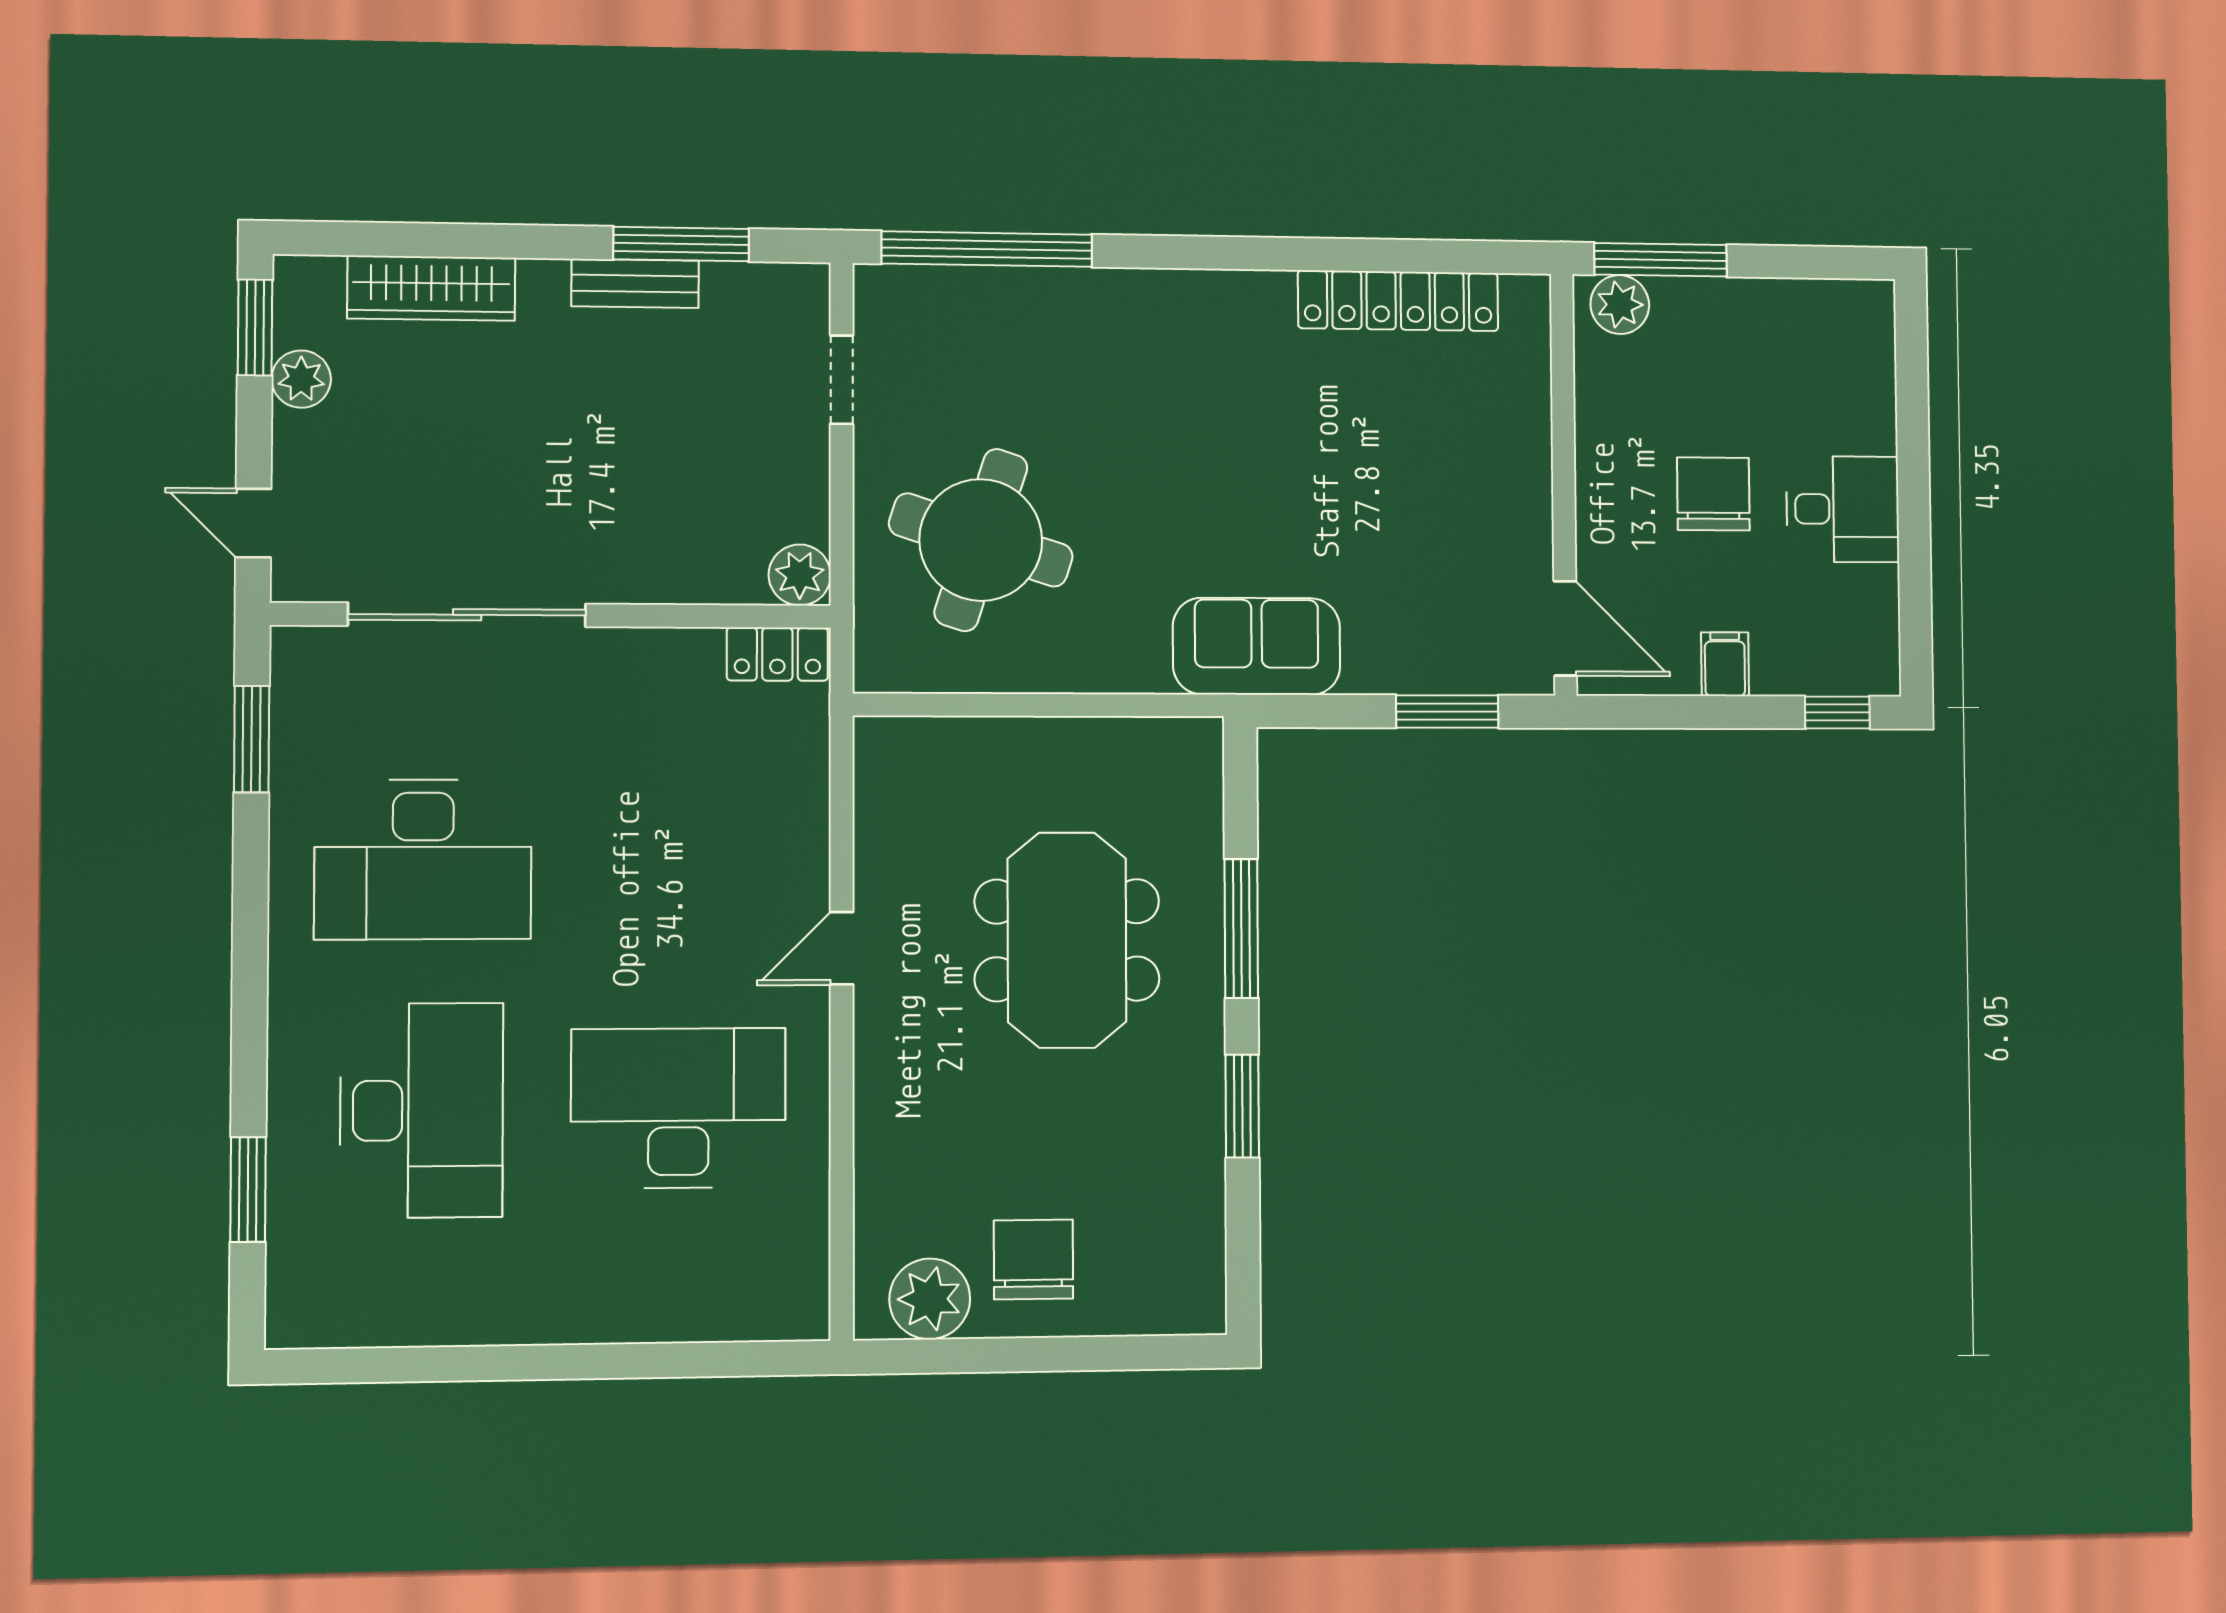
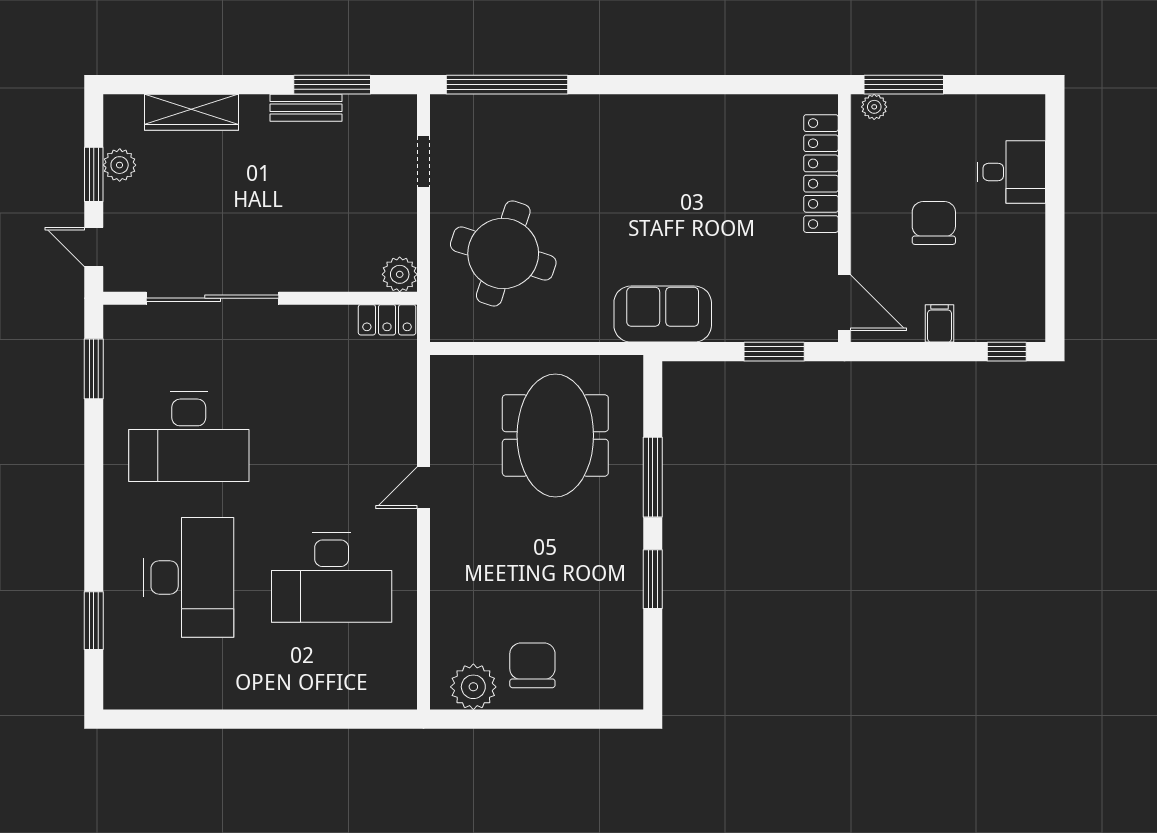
locker: (1398, 301) -> (821, 174), moved, turned 90
plant: (1620, 305) -> (874, 107), width x0.73, depth x0.73
window: (255, 327) -> (94, 174), moved
desk: (1843, 509) -> (1012, 172), moved
meeting table: (1067, 940) -> (555, 435), moved
desk: (678, 1108) -> (332, 577), turned 180

